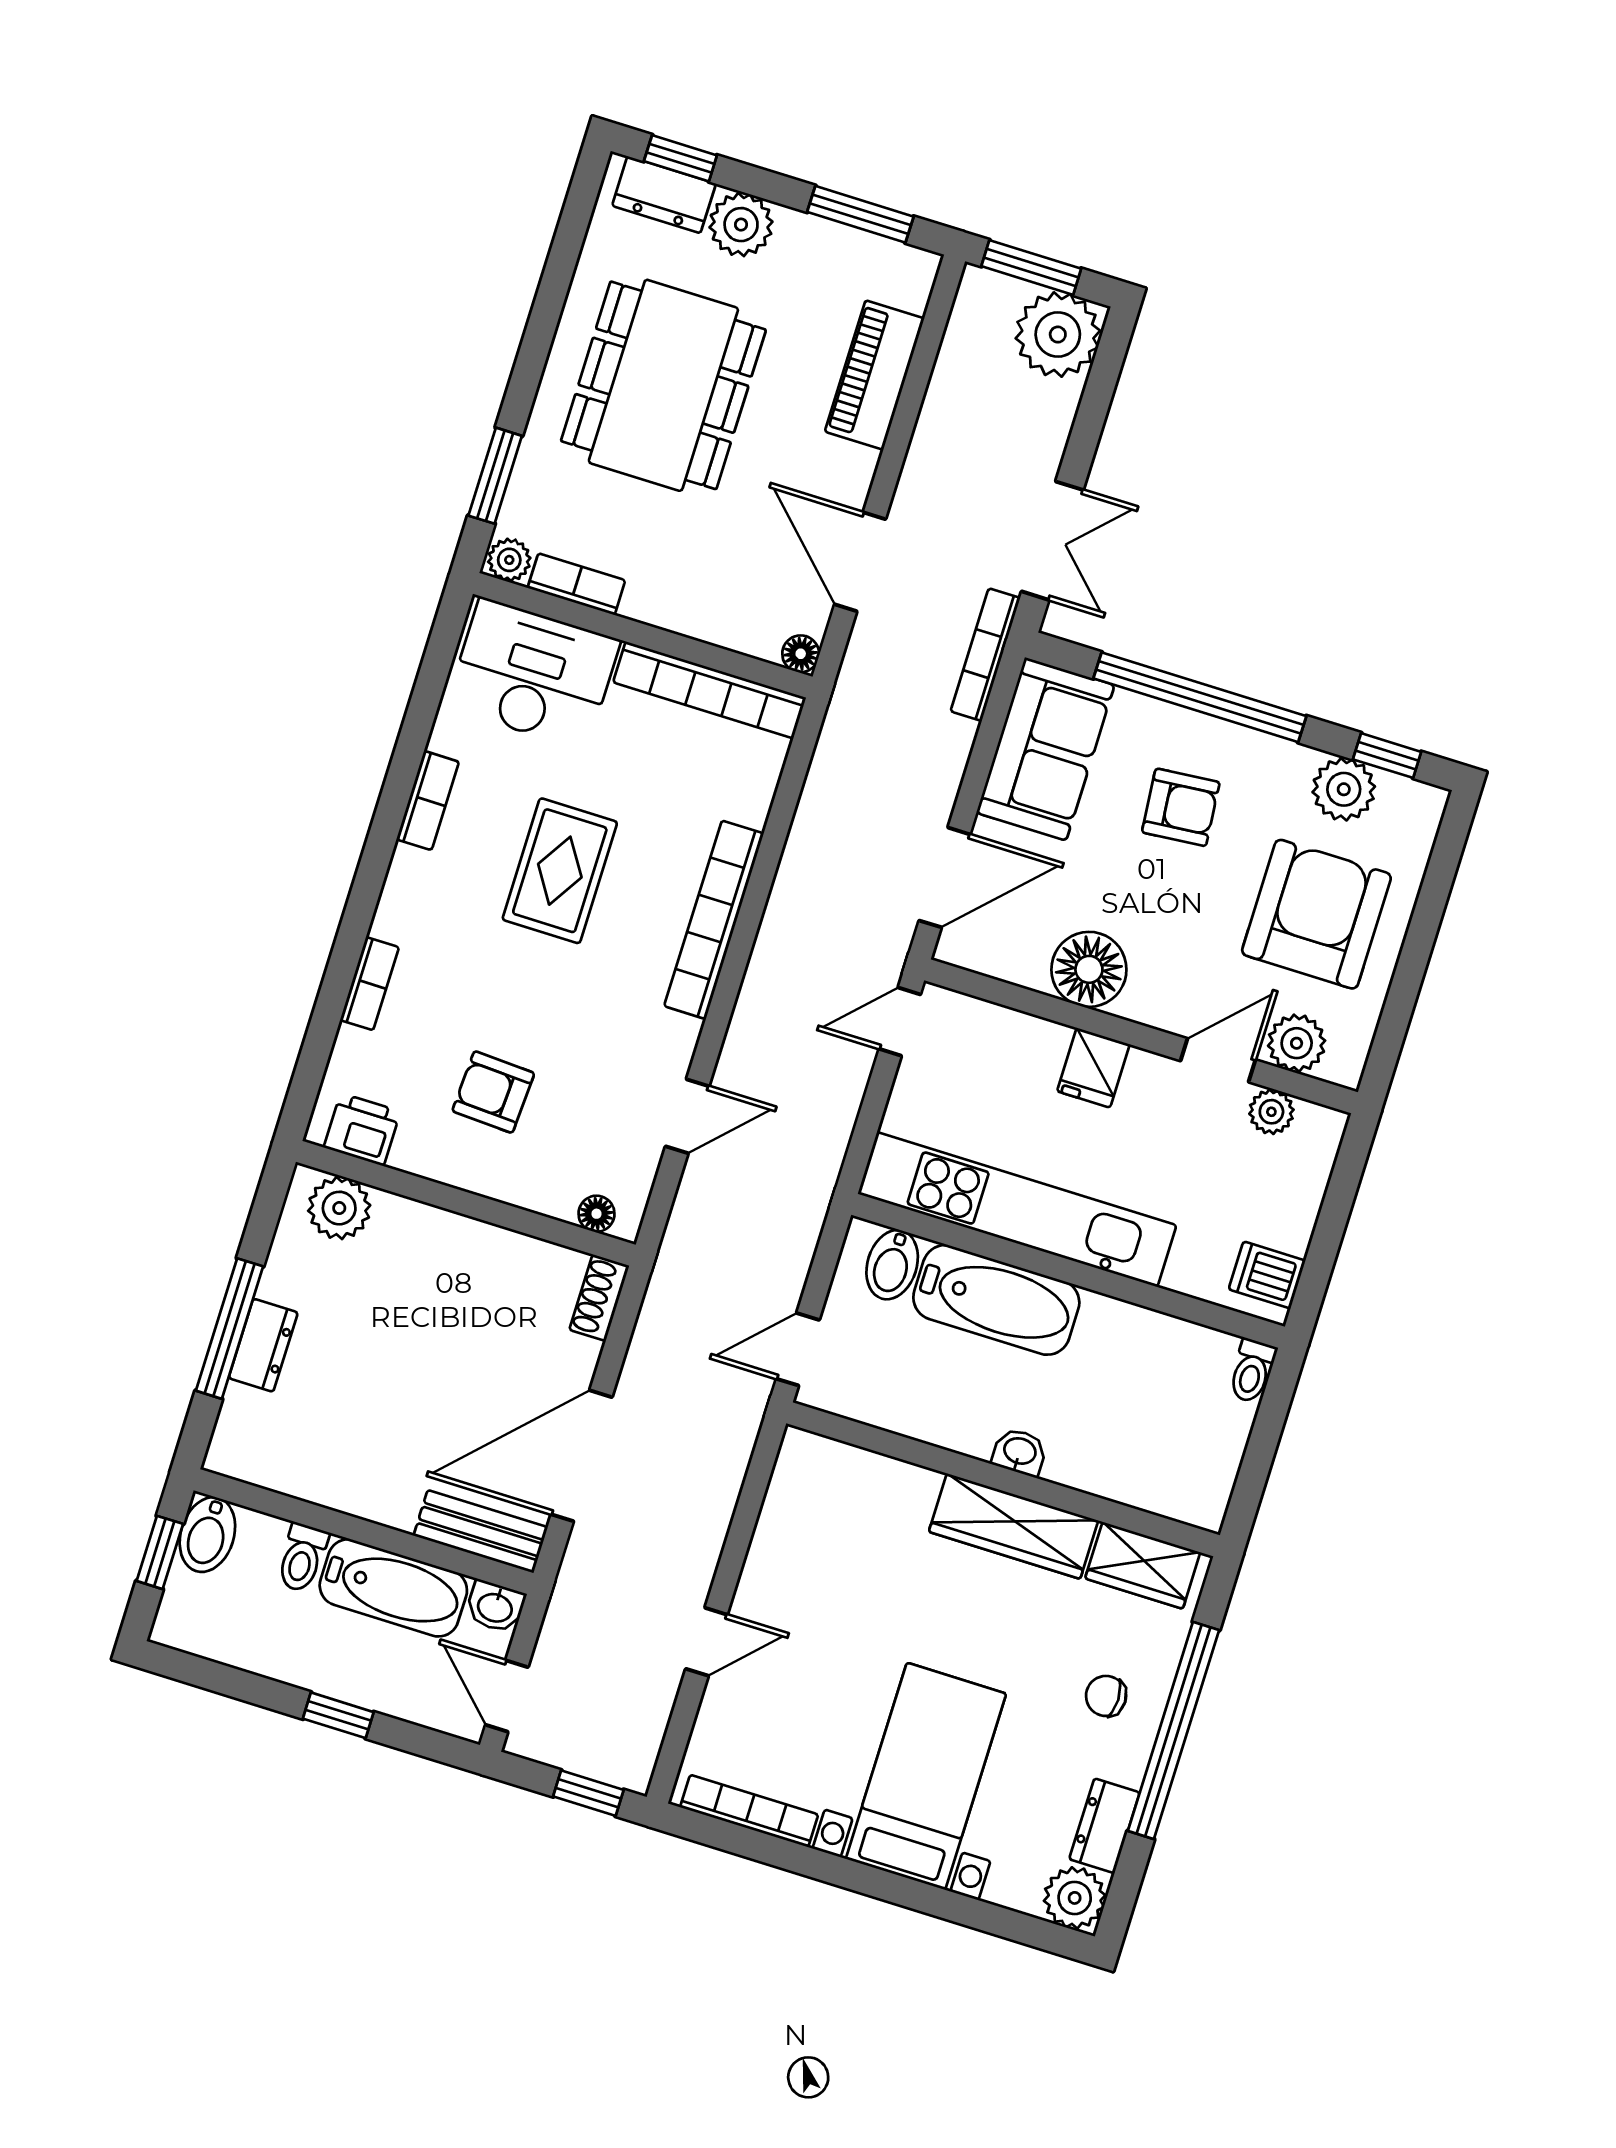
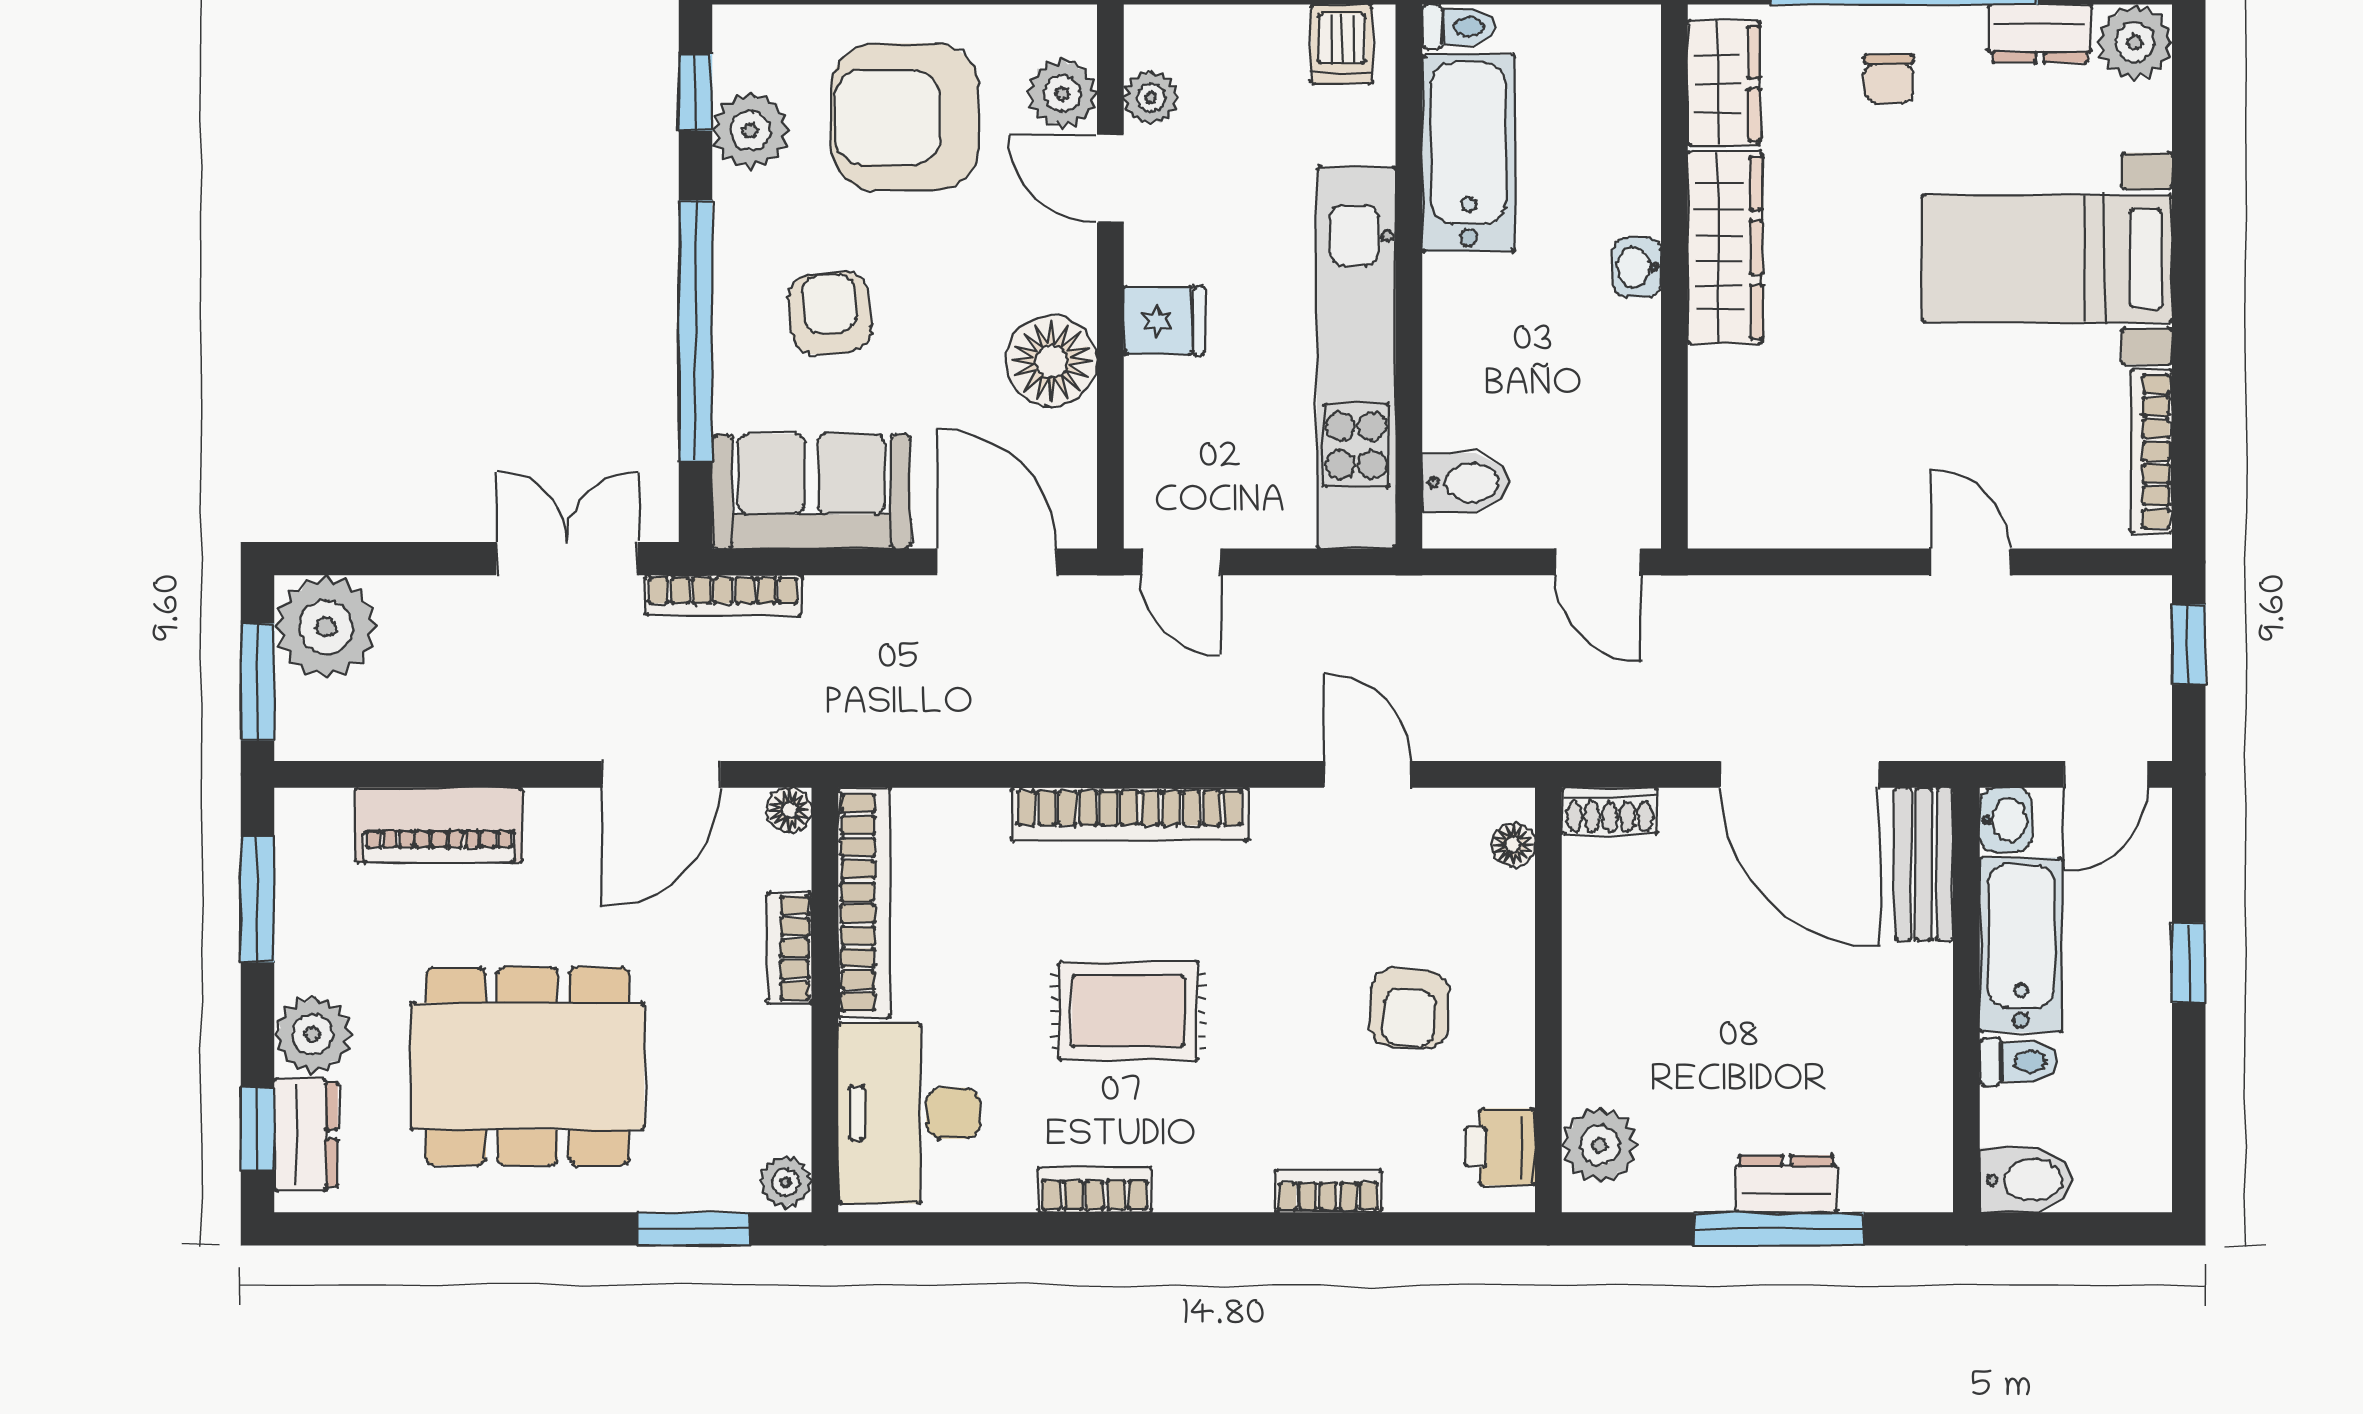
bookcase: (576, 584) -> (789, 948), moved
bathtub: (996, 1300) -> (1469, 153), moved
window: (160, 1552) -> (2064, 1229), removed

